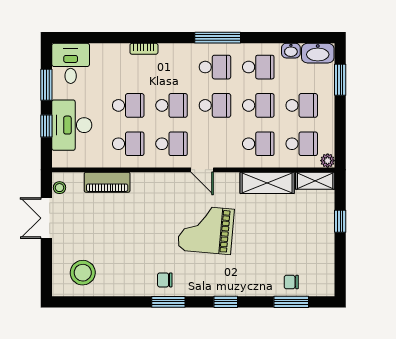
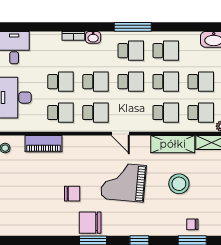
washbasin: (291, 51) -> (93, 37), moved
chair: (143, 244) -> (72, 194), added
stool: (83, 273) -> (179, 184), moved
chair: (165, 280) -> (90, 223), width x1.87, depth x1.87

